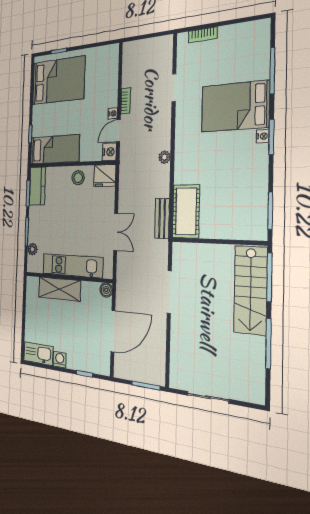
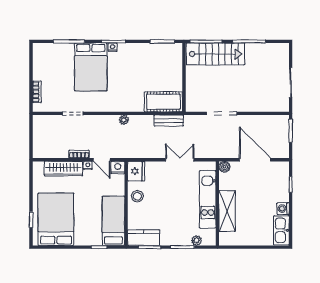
wardrobe: (110, 83) -> (63, 169), added

